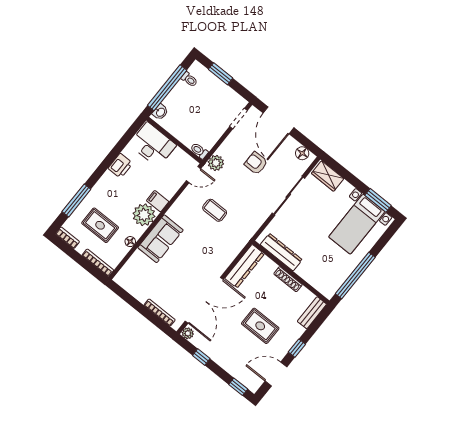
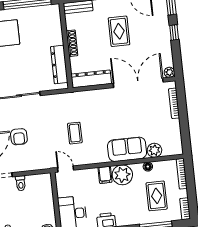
toilet: (199, 151) -> (21, 183), moved
plant: (216, 163) -> (154, 150), moved
window: (201, 357) -> (174, 32), moved

